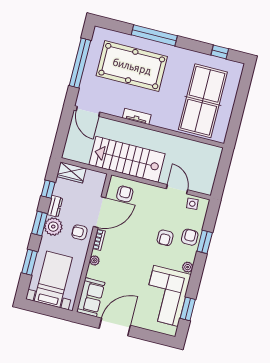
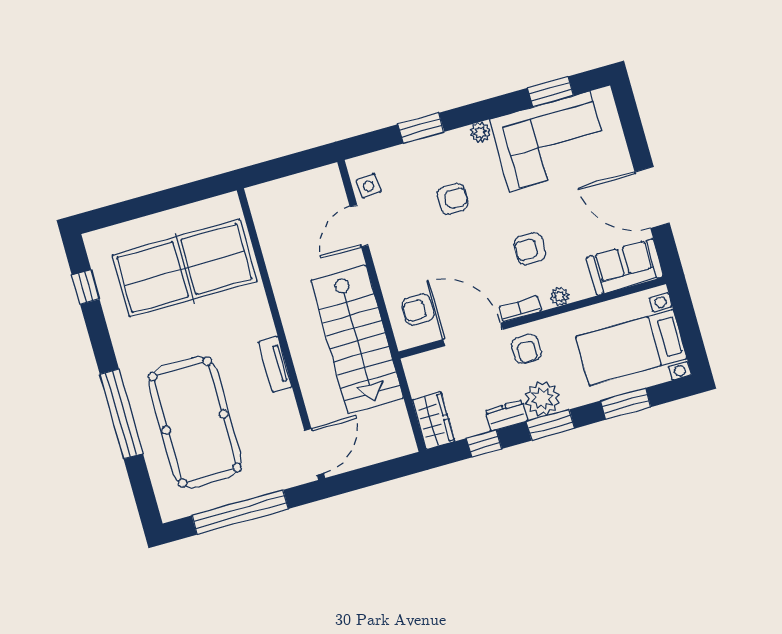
armchair: (190, 237) -> (530, 249), moved

